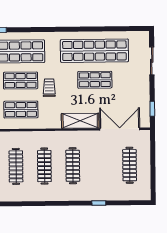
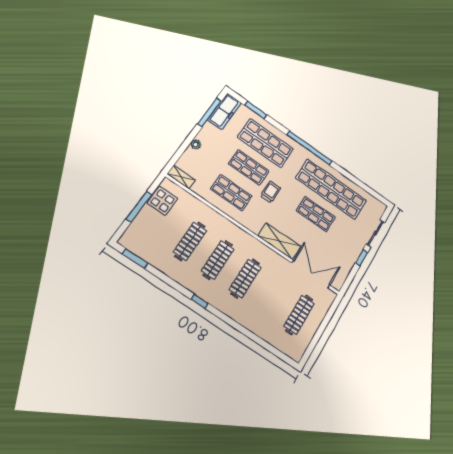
window: (57, 29) -> (310, 148), added
window: (152, 109) -> (362, 258), moved
window: (99, 203) -> (200, 301), moved

